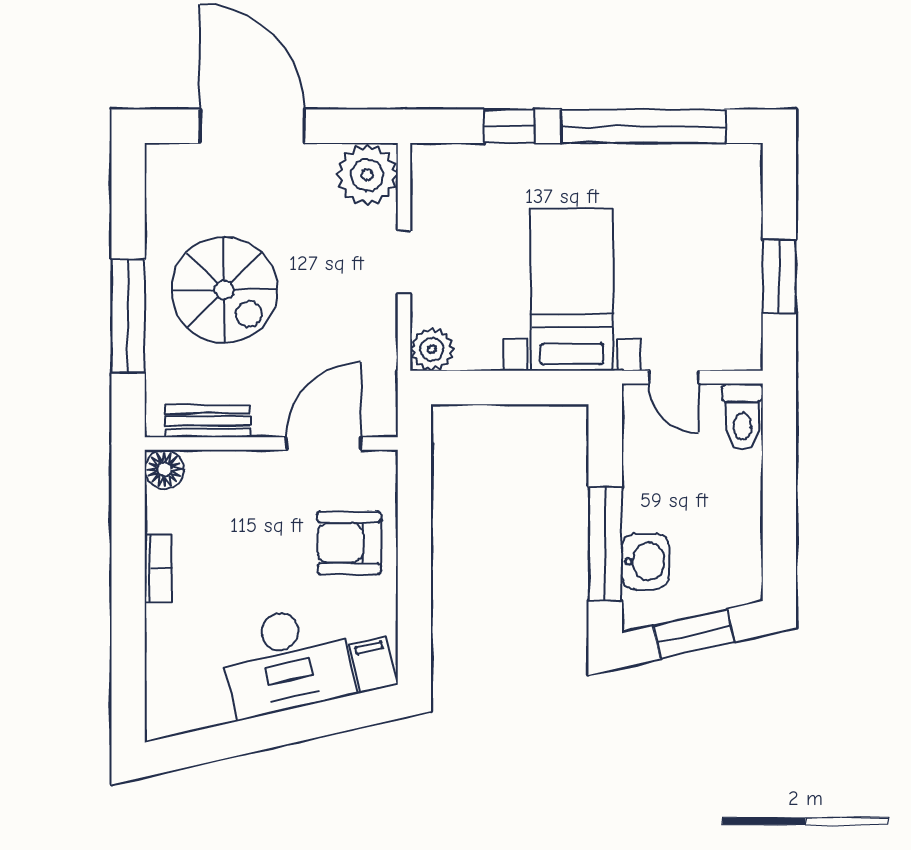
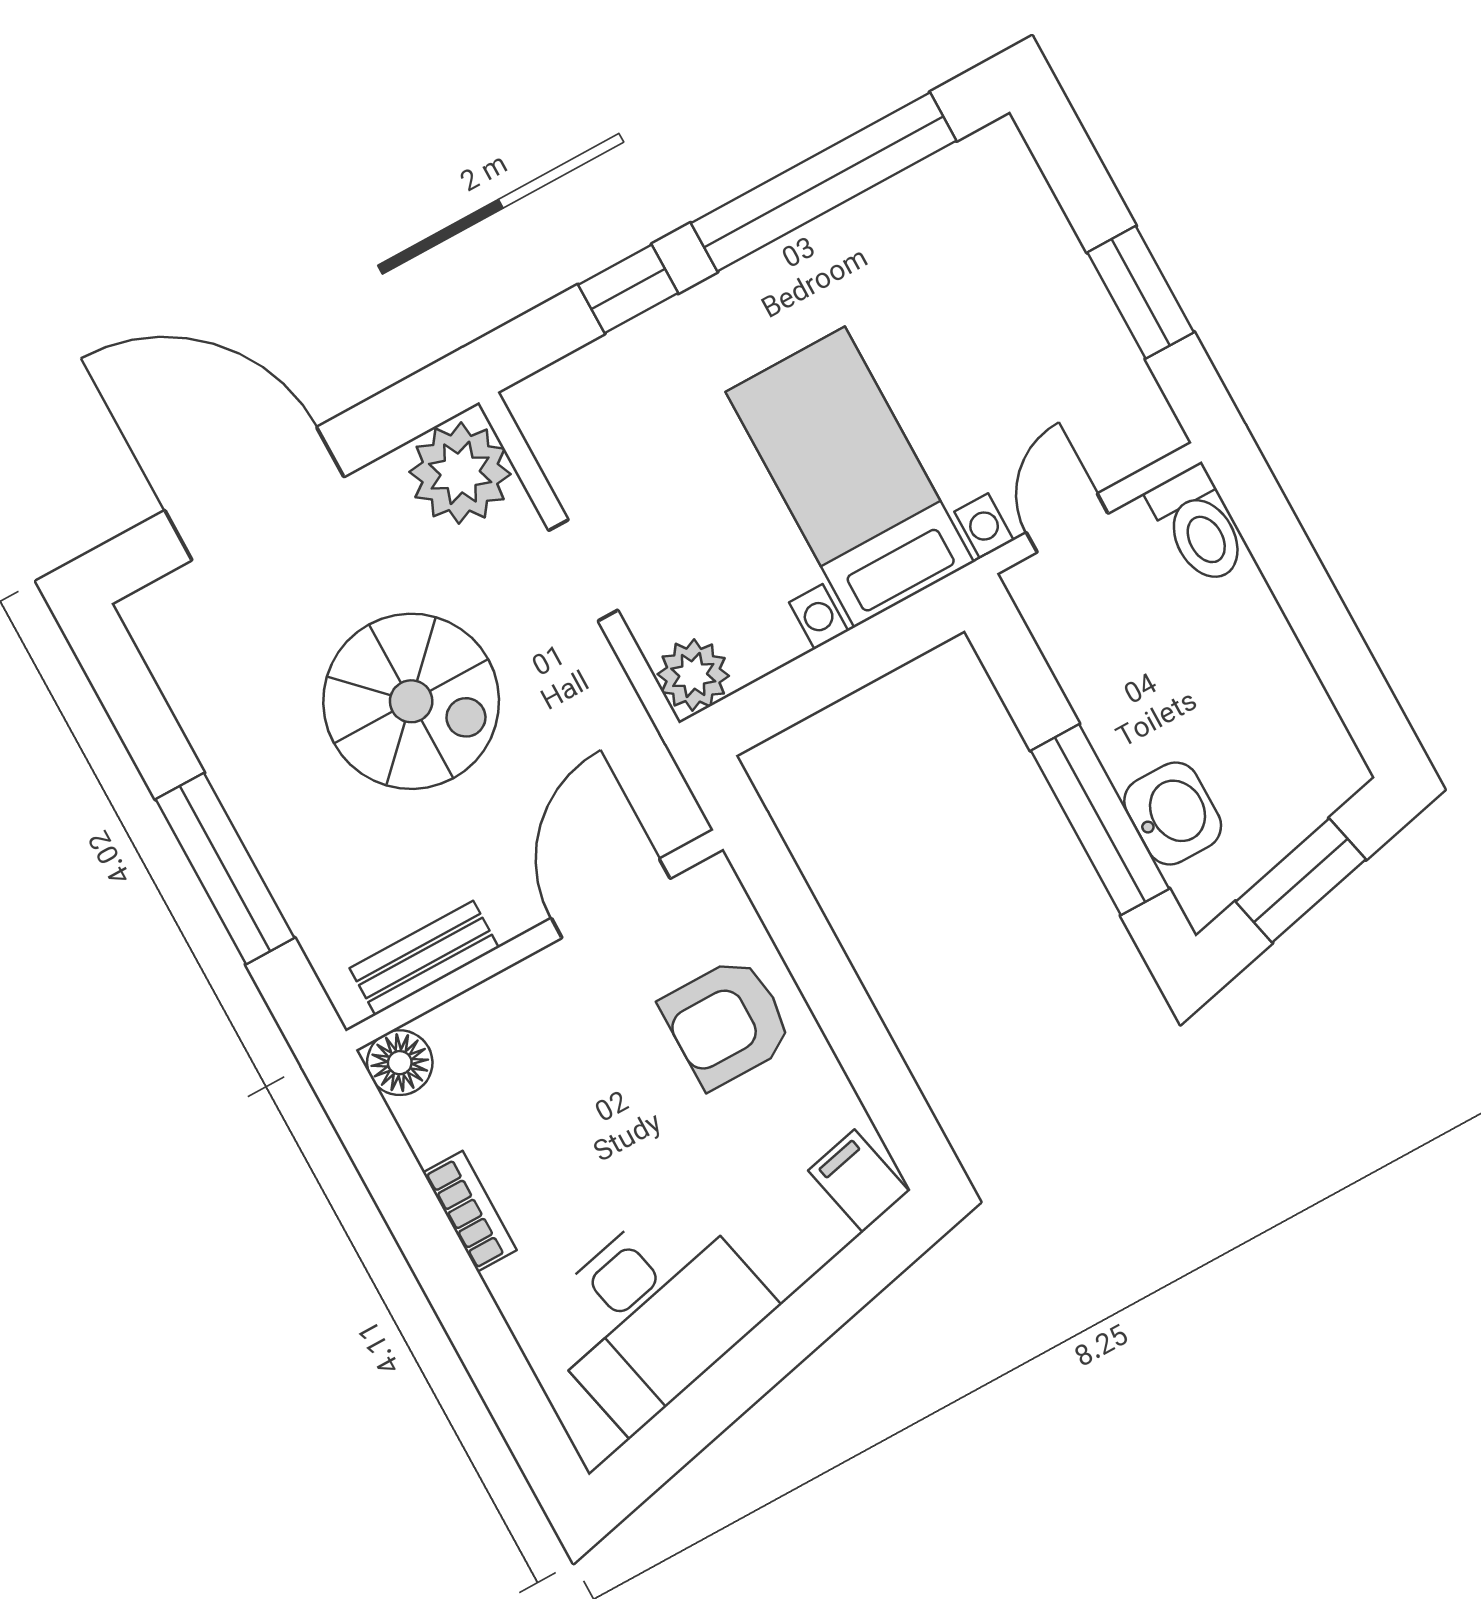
spiral stairs: (224, 290) -> (411, 701), moved
door: (674, 377) -> (1067, 523), swing flipped
desk: (287, 661) -> (653, 1312), moved

